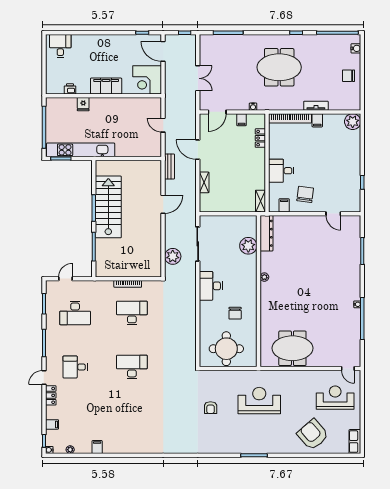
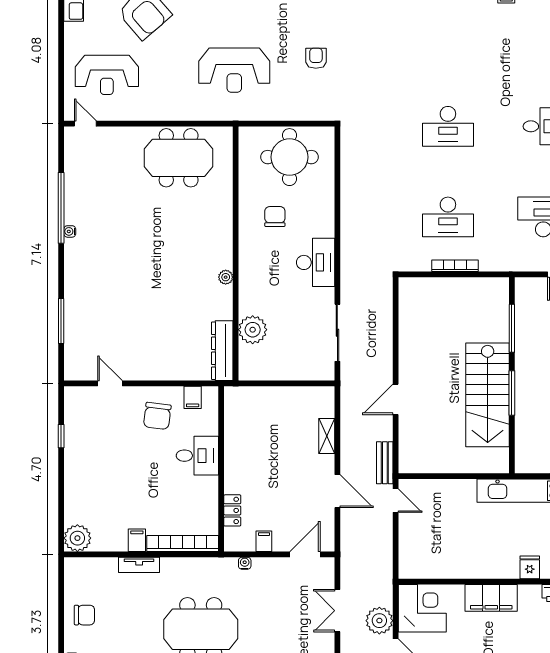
door: (163, 125) -> (396, 501), moved
shelving: (260, 201) -> (232, 405), removed
plant: (173, 256) -> (379, 621), moved

